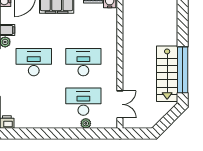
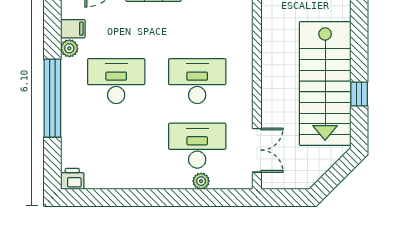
window: (183, 70) -> (359, 94), width x0.32
stairs: (167, 74) -> (325, 83), width x1.36, depth x1.51

